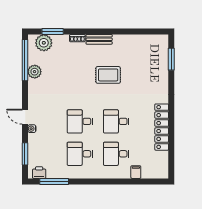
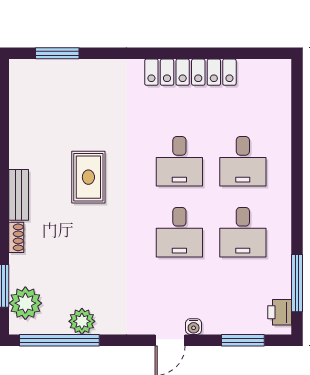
filing cabinet: (136, 172) -> (279, 123), removed

